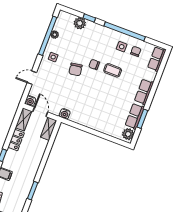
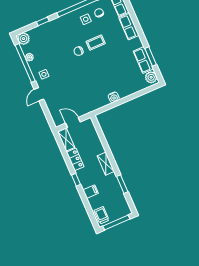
plant: (80, 23) -> (23, 39), moved
chair: (76, 69) -> (69, 68), removed
door: (32, 78) -> (39, 94), moved
row of seats: (144, 92) -> (129, 27), moved
water cooler: (30, 101) -> (58, 122), removed
water cooler: (65, 114) -> (114, 97), moved
shelving: (49, 129) -> (106, 164), moved

